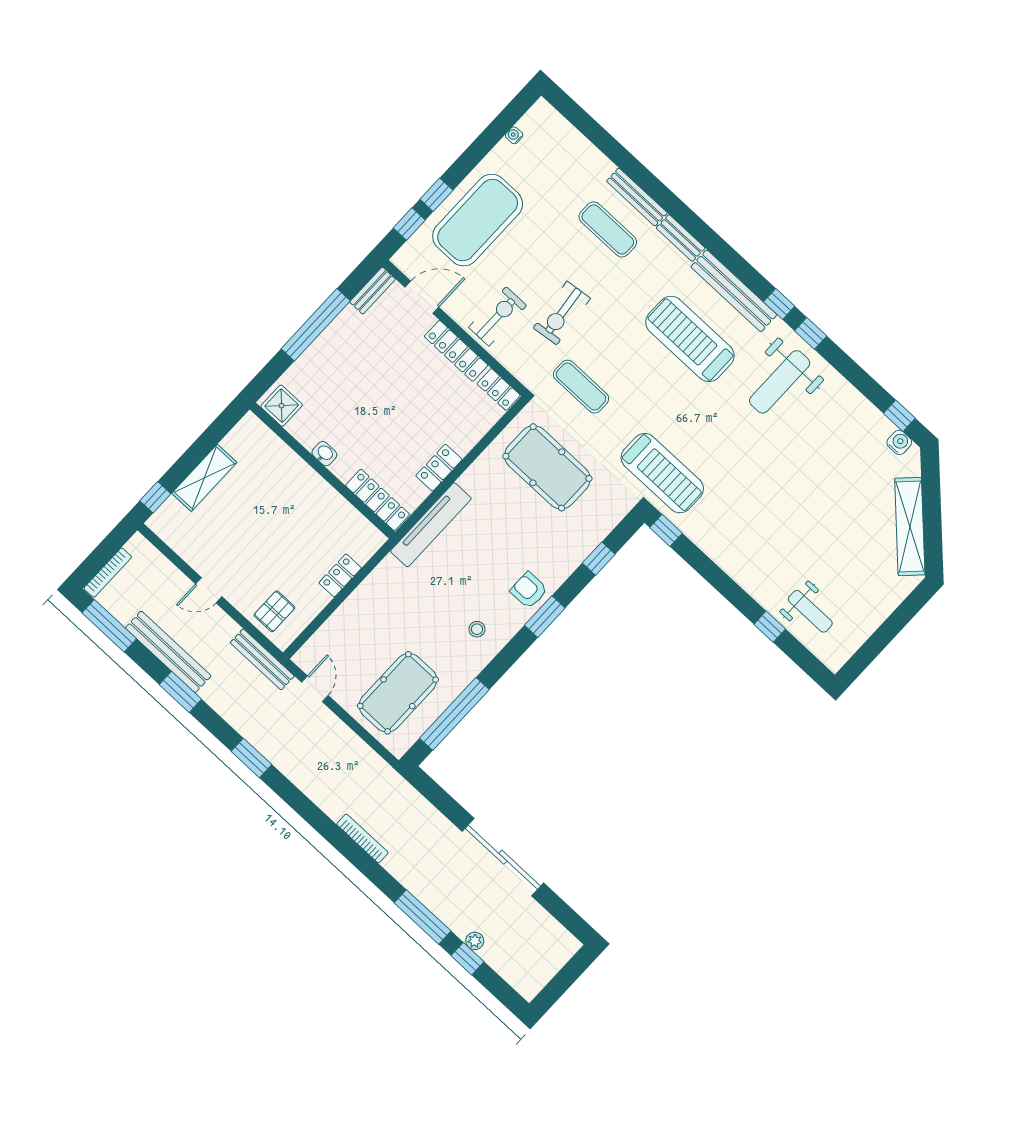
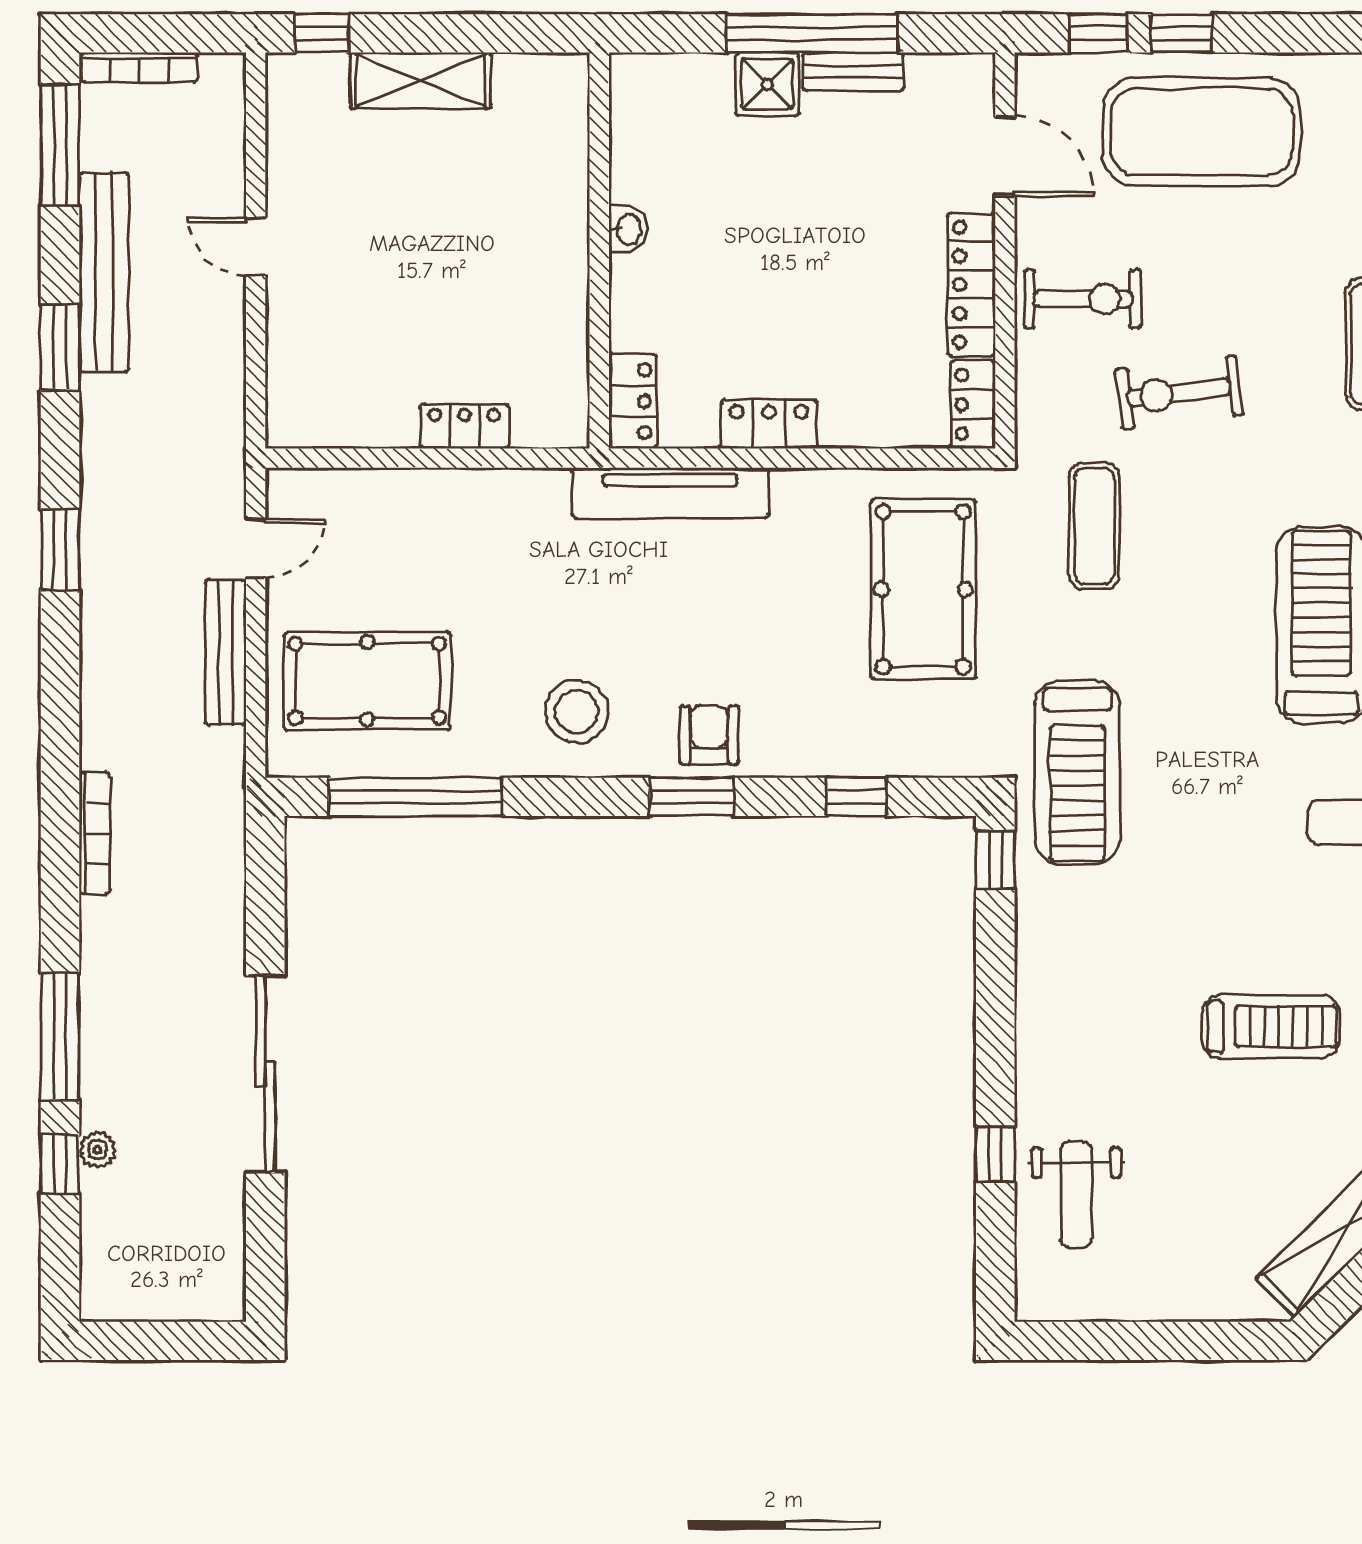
bench: (373, 291) -> (853, 72), moved
shower: (282, 406) -> (767, 84), moved
treadmill: (815, 488) -> (1271, 1027), added
locker: (378, 500) -> (633, 401), width x0.66
pallet: (274, 611) -> (316, 377), removed
stool: (477, 629) -> (576, 711), width x1.89, depth x1.89
bench: (262, 659) -> (226, 652), moved

